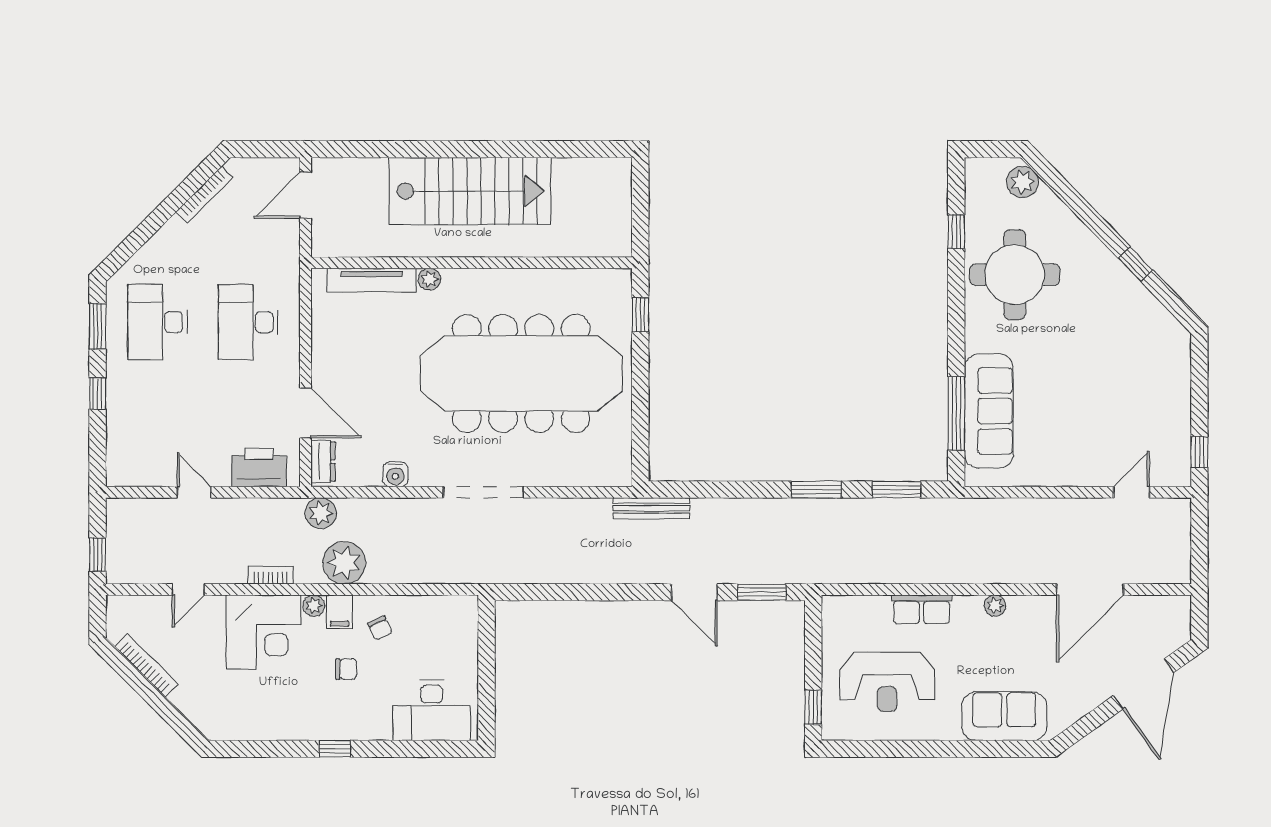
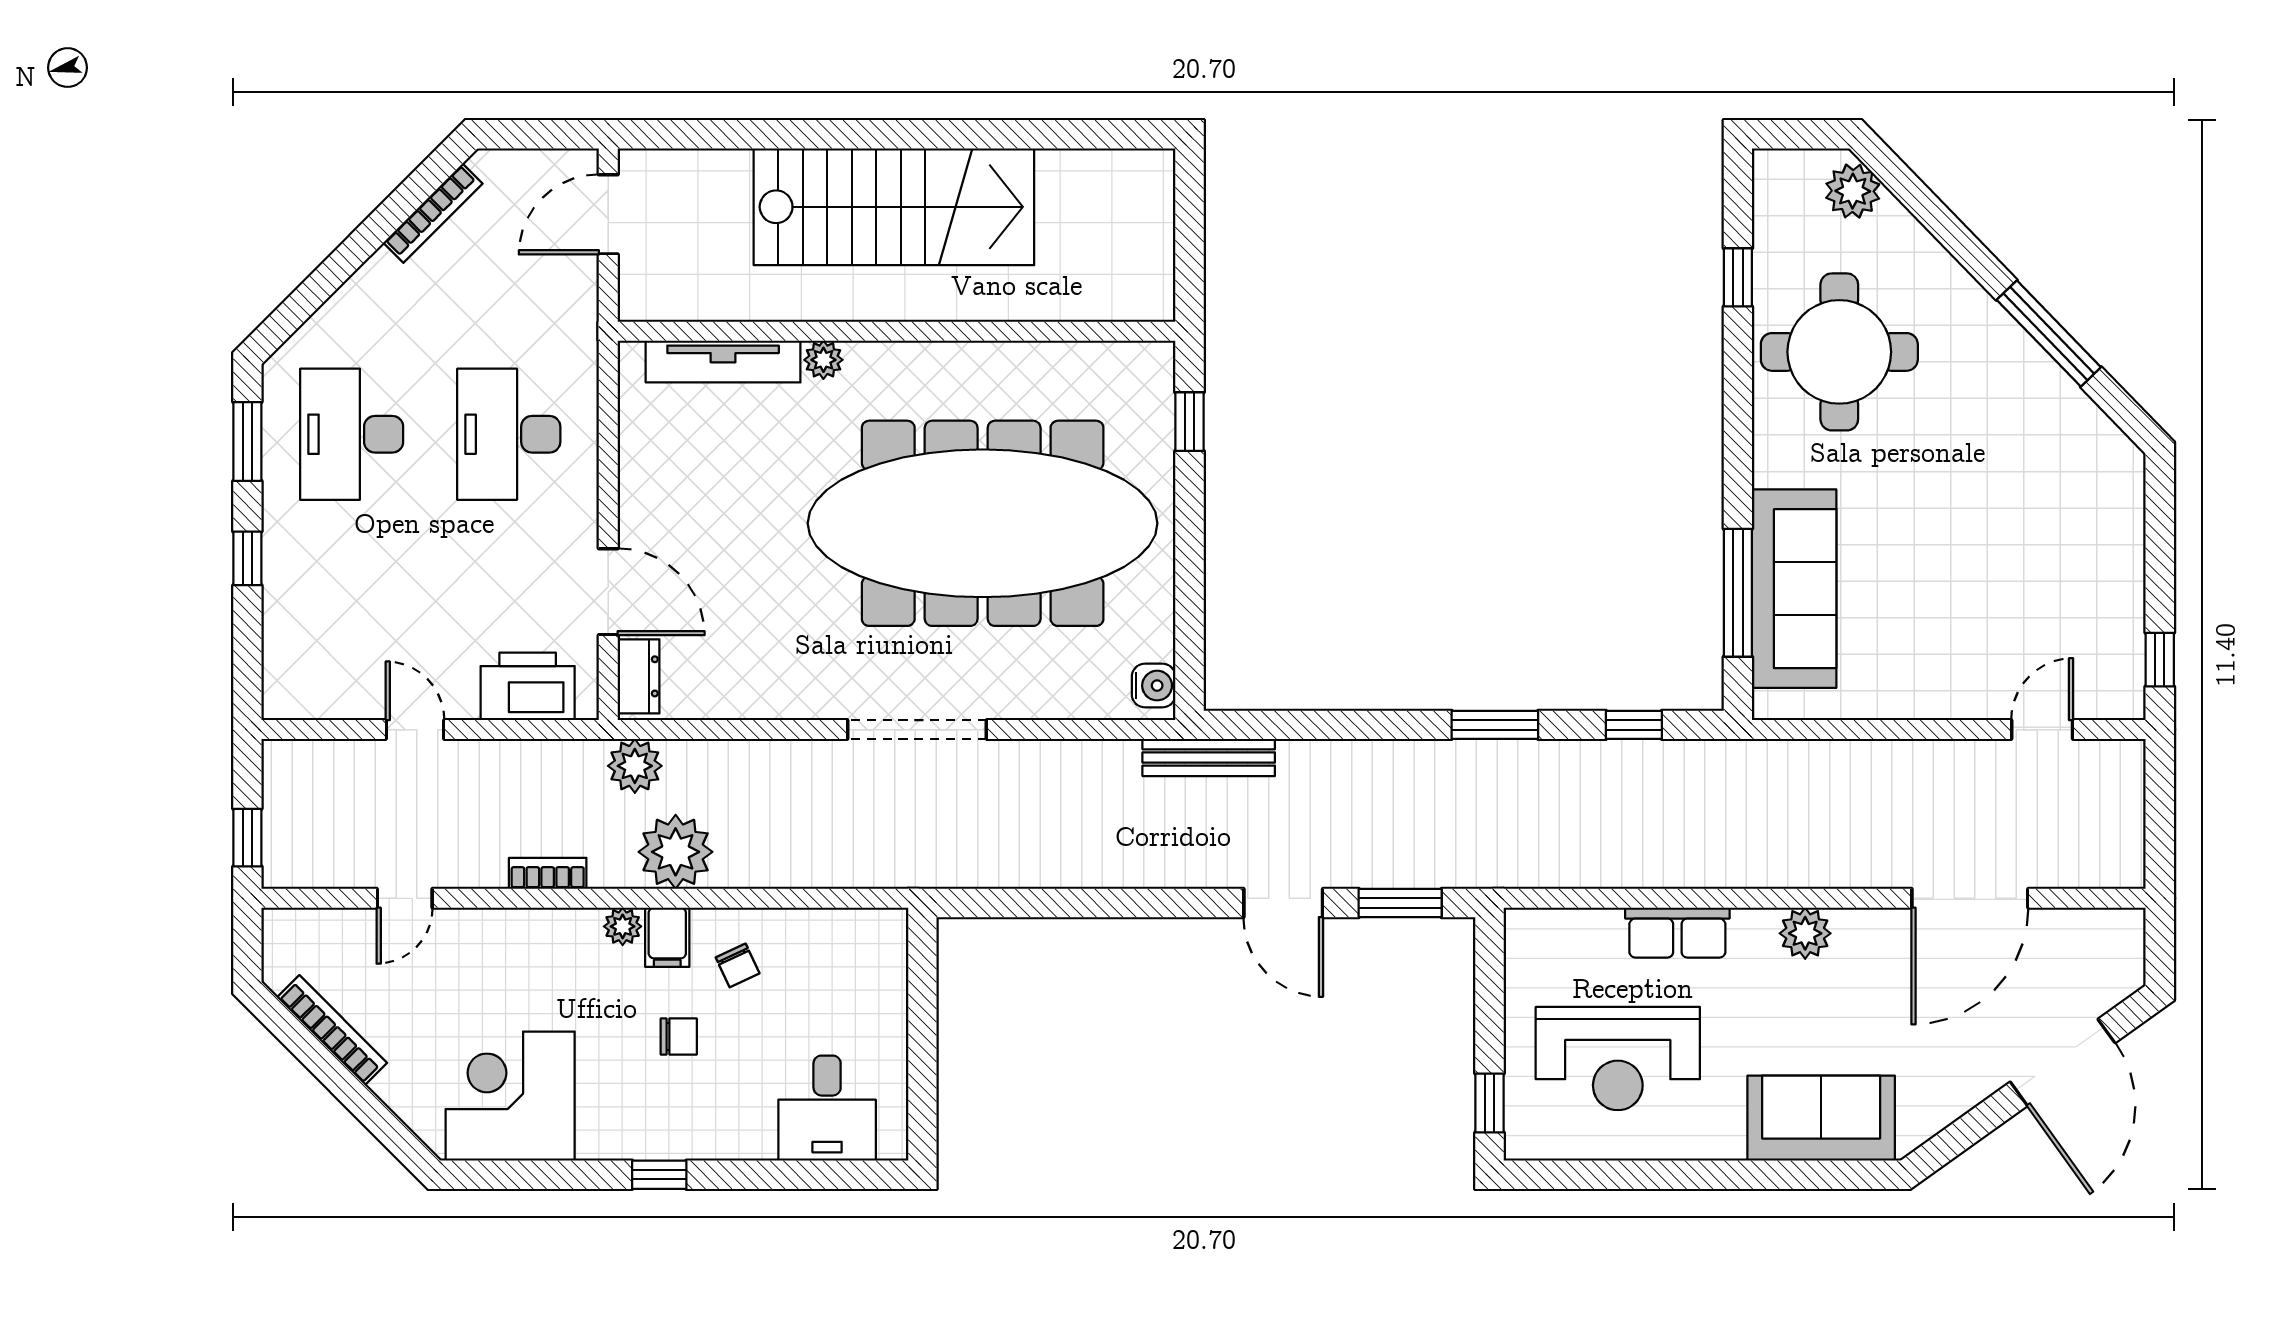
window: (1135, 264) -> (2049, 334), width x2.17
water cooler: (395, 474) -> (1154, 686), moved, turned -90
window: (896, 490) -> (1634, 725), width x0.67
plant: (995, 606) -> (1805, 933), width x1.38, depth x1.38
corner desk: (264, 632) -> (510, 1096), moved, turned 180
desk: (432, 710) -> (827, 1108), width x0.73

